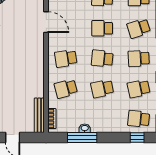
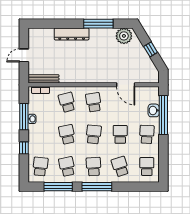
door: (46, 22) -> (126, 85), hinge flipped
window: (137, 138) -> (24, 148), moved

